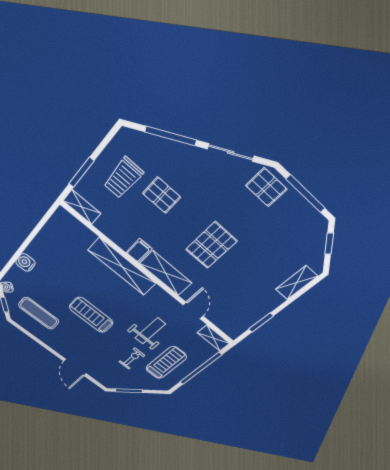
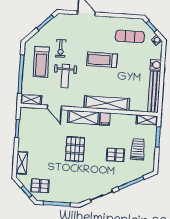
pallet: (266, 187) -> (40, 186), moved
bench: (48, 234) -> (154, 92), added
treadmill: (91, 315) -> (102, 60), turned 180

